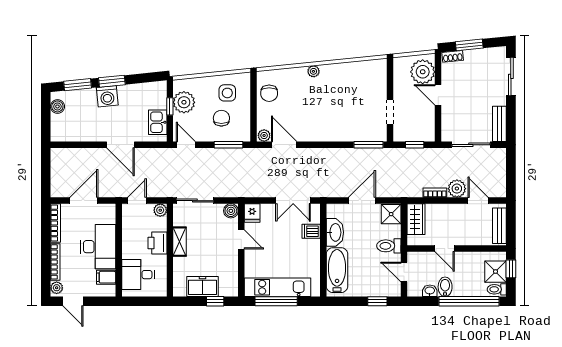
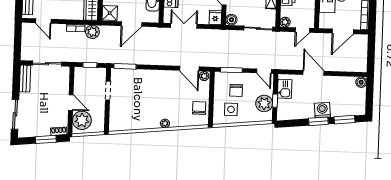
boiler: (57, 106) -> (361, 82), moved
plant: (457, 189) -> (92, 32), moved

